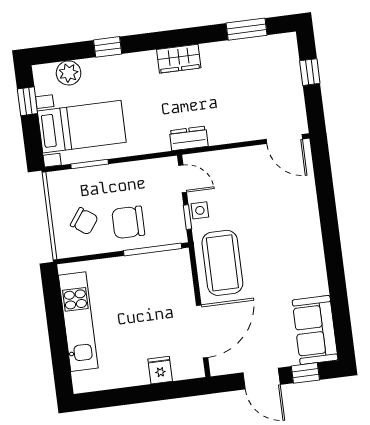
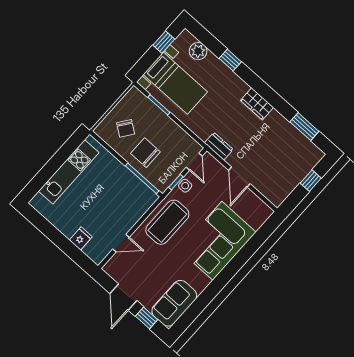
door: (284, 139) -> (239, 177), moved
corner sofa: (288, 227) -> (217, 241), added
door: (202, 331) -> (121, 243), width x0.53

